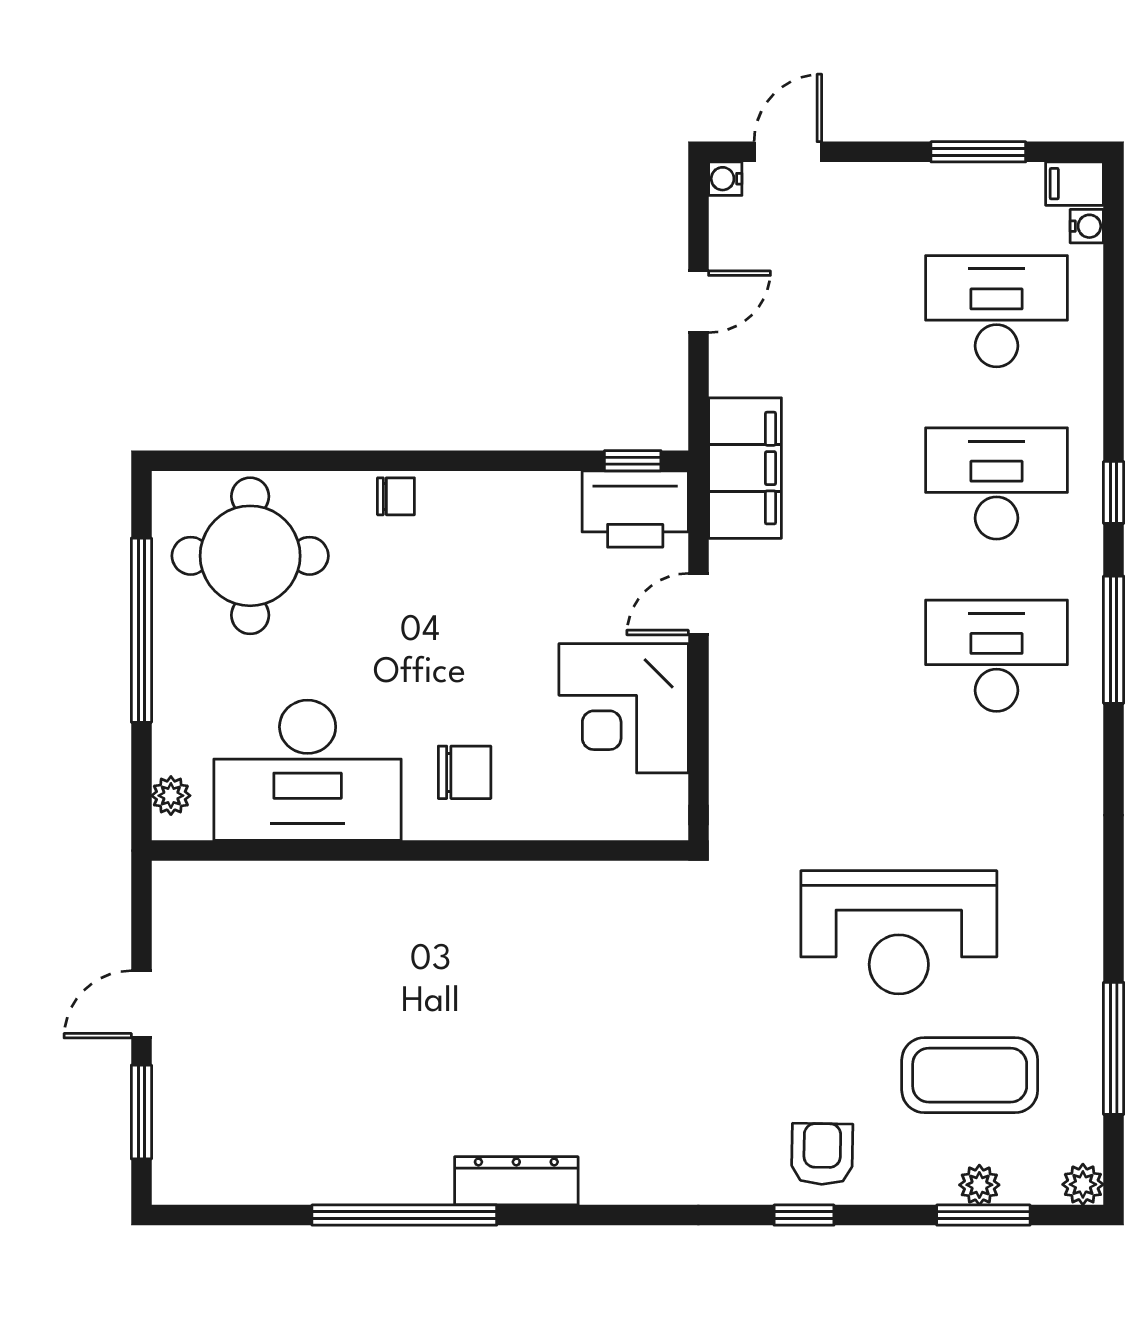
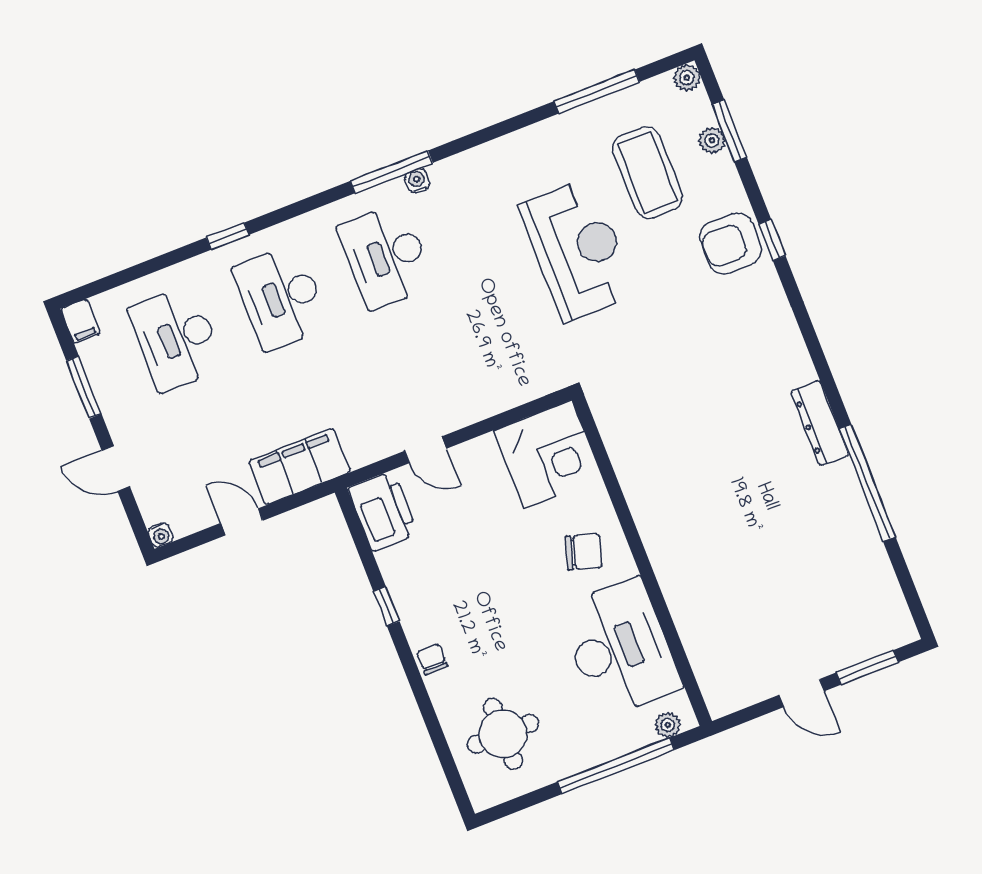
door: (788, 152) -> (116, 469), moved
water cooler: (1087, 226) -> (417, 181), moved
window: (633, 461) -> (386, 606), moved
filing cabinet: (745, 468) -> (300, 466), moved
window: (1114, 492) -> (228, 236), moved
round table: (250, 556) -> (503, 734), width x0.73, depth x0.73
window: (141, 630) -> (616, 766), moved
window: (1114, 640) -> (392, 172), moved
corner desk: (624, 708) -> (548, 454), moved
chair: (465, 772) -> (584, 552), turned 107
armchair: (822, 1154) -> (731, 243), width x1.38, depth x1.38

